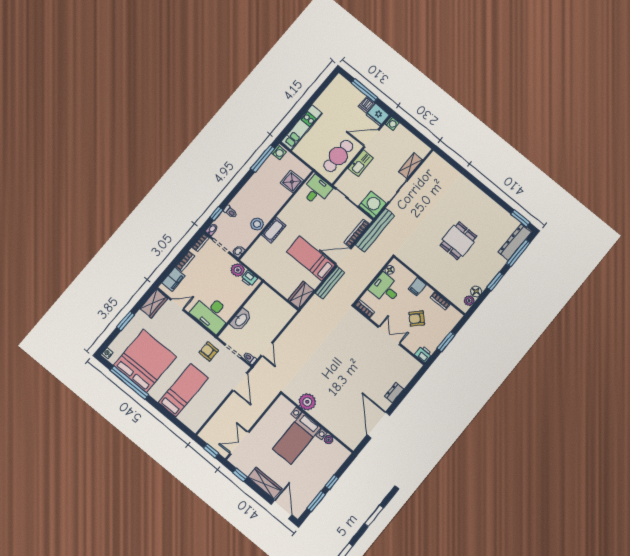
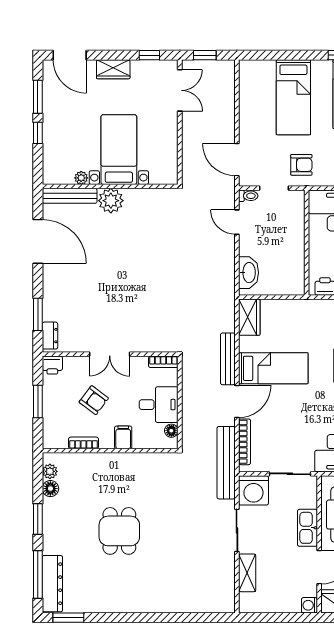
armchair: (417, 318) -> (94, 400), turned 83
washbasin: (241, 320) -> (249, 273), moved, turned 180
window: (409, 387) -> (38, 314), added
dresser: (394, 393) -> (50, 336), moved
plant: (307, 402) -> (111, 201), moved
bench: (342, 435) -> (70, 196), added
wardrobe: (265, 483) -> (113, 69), width x0.67

